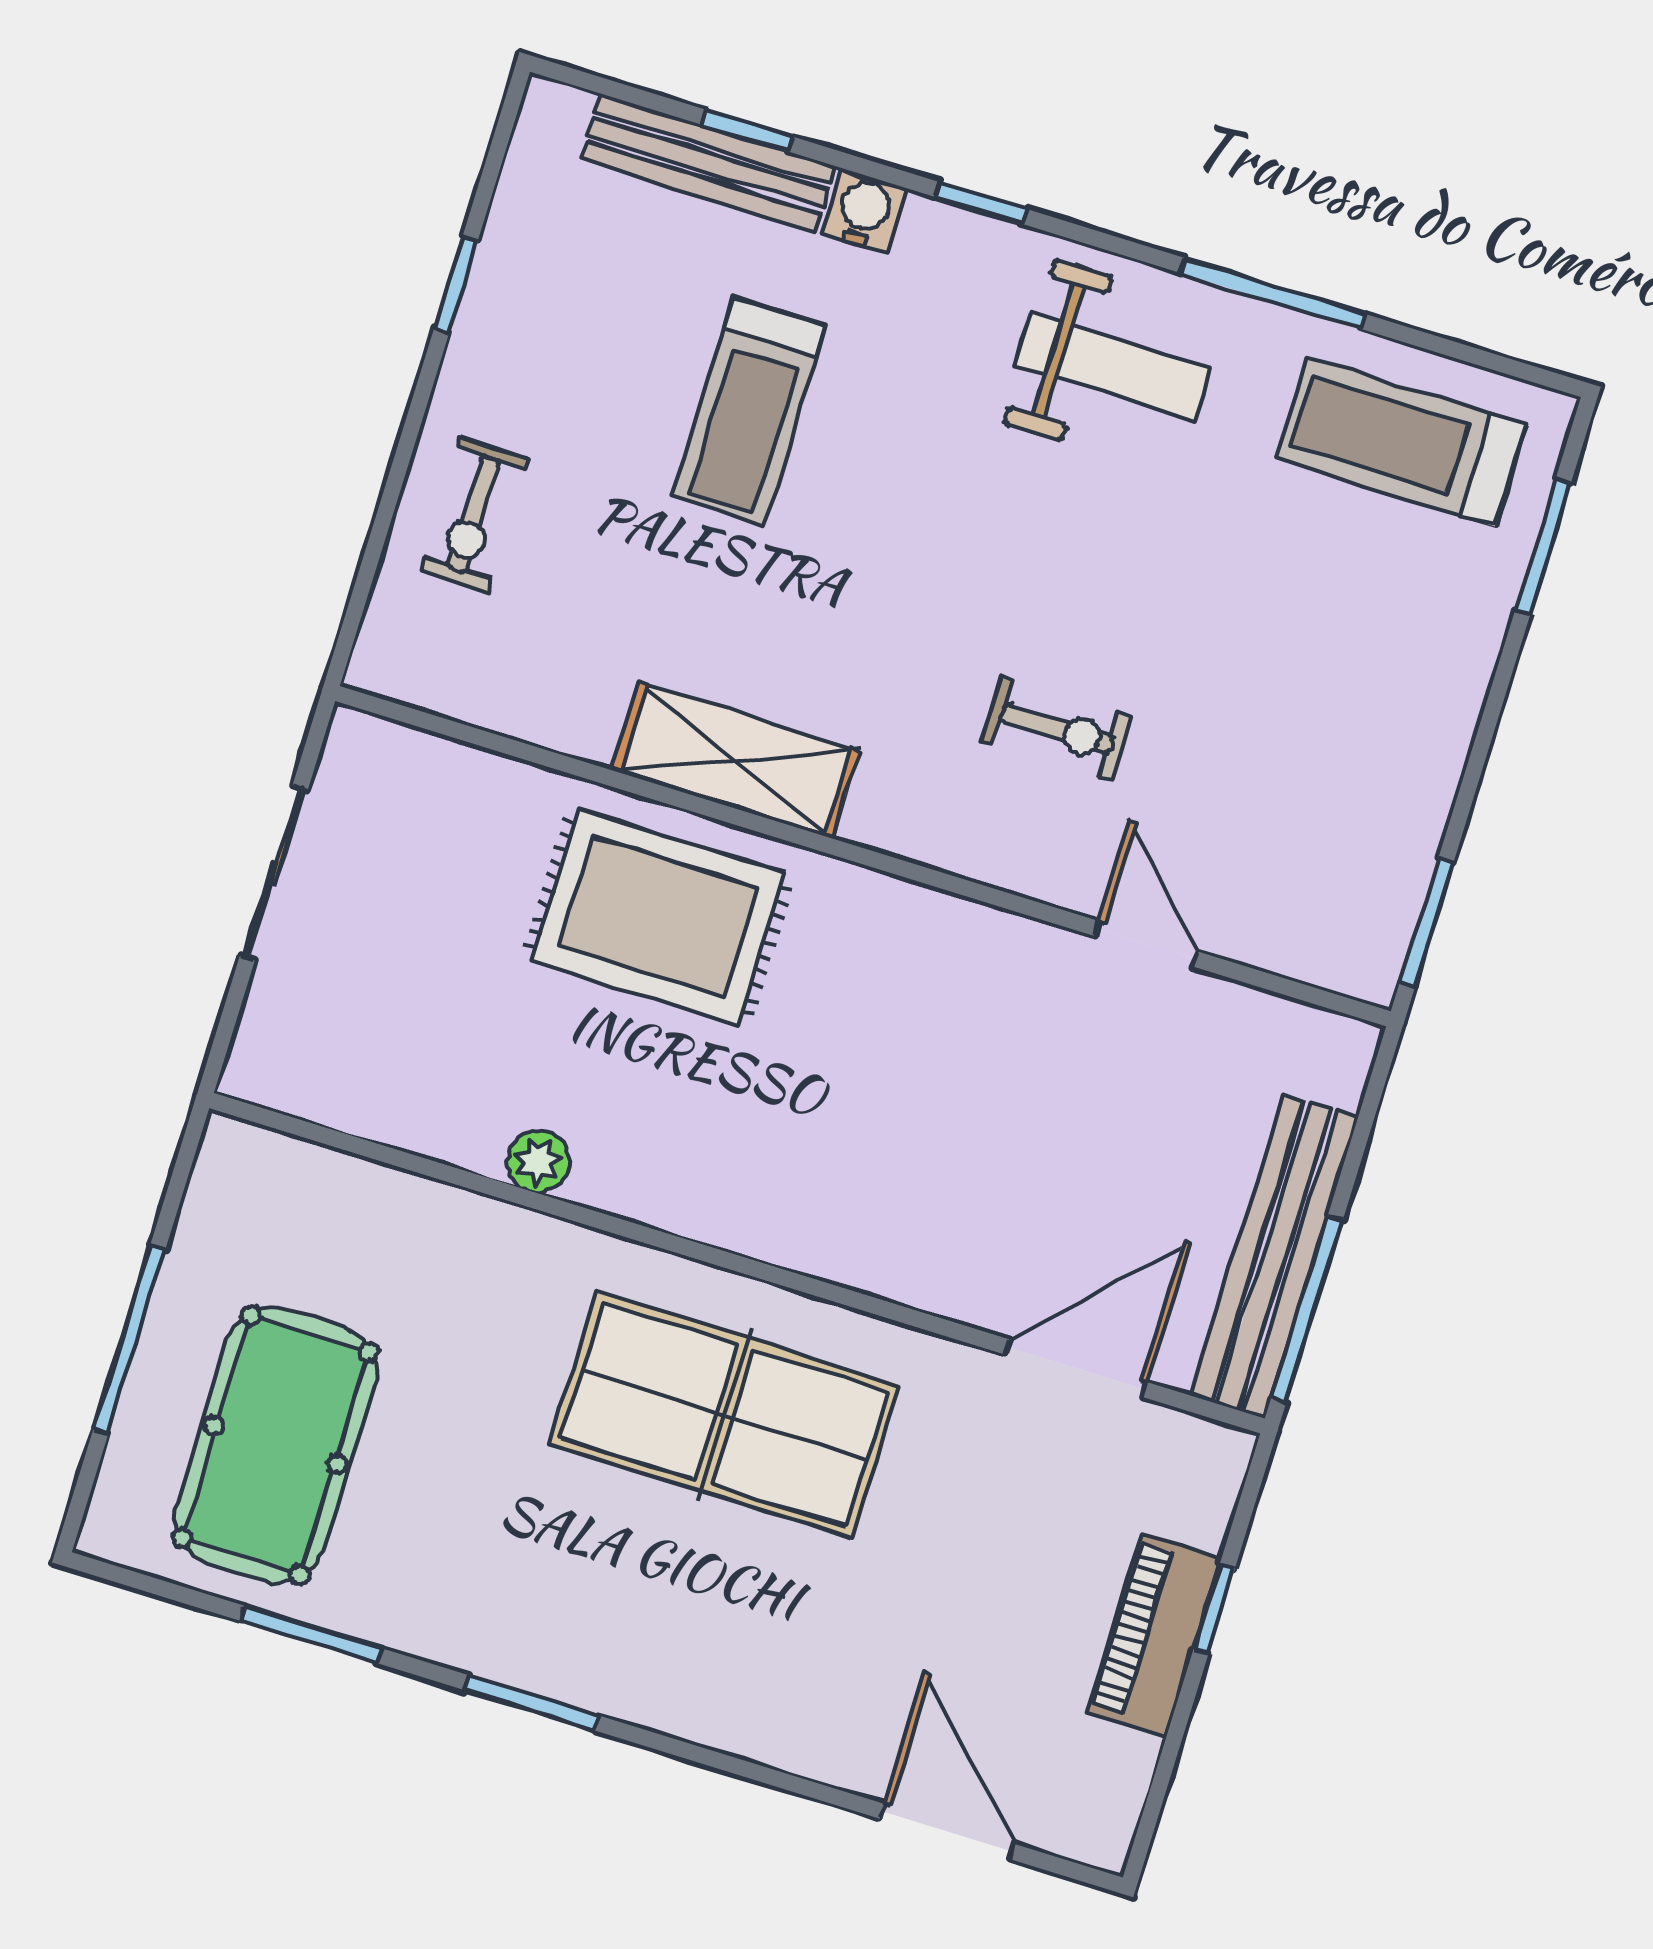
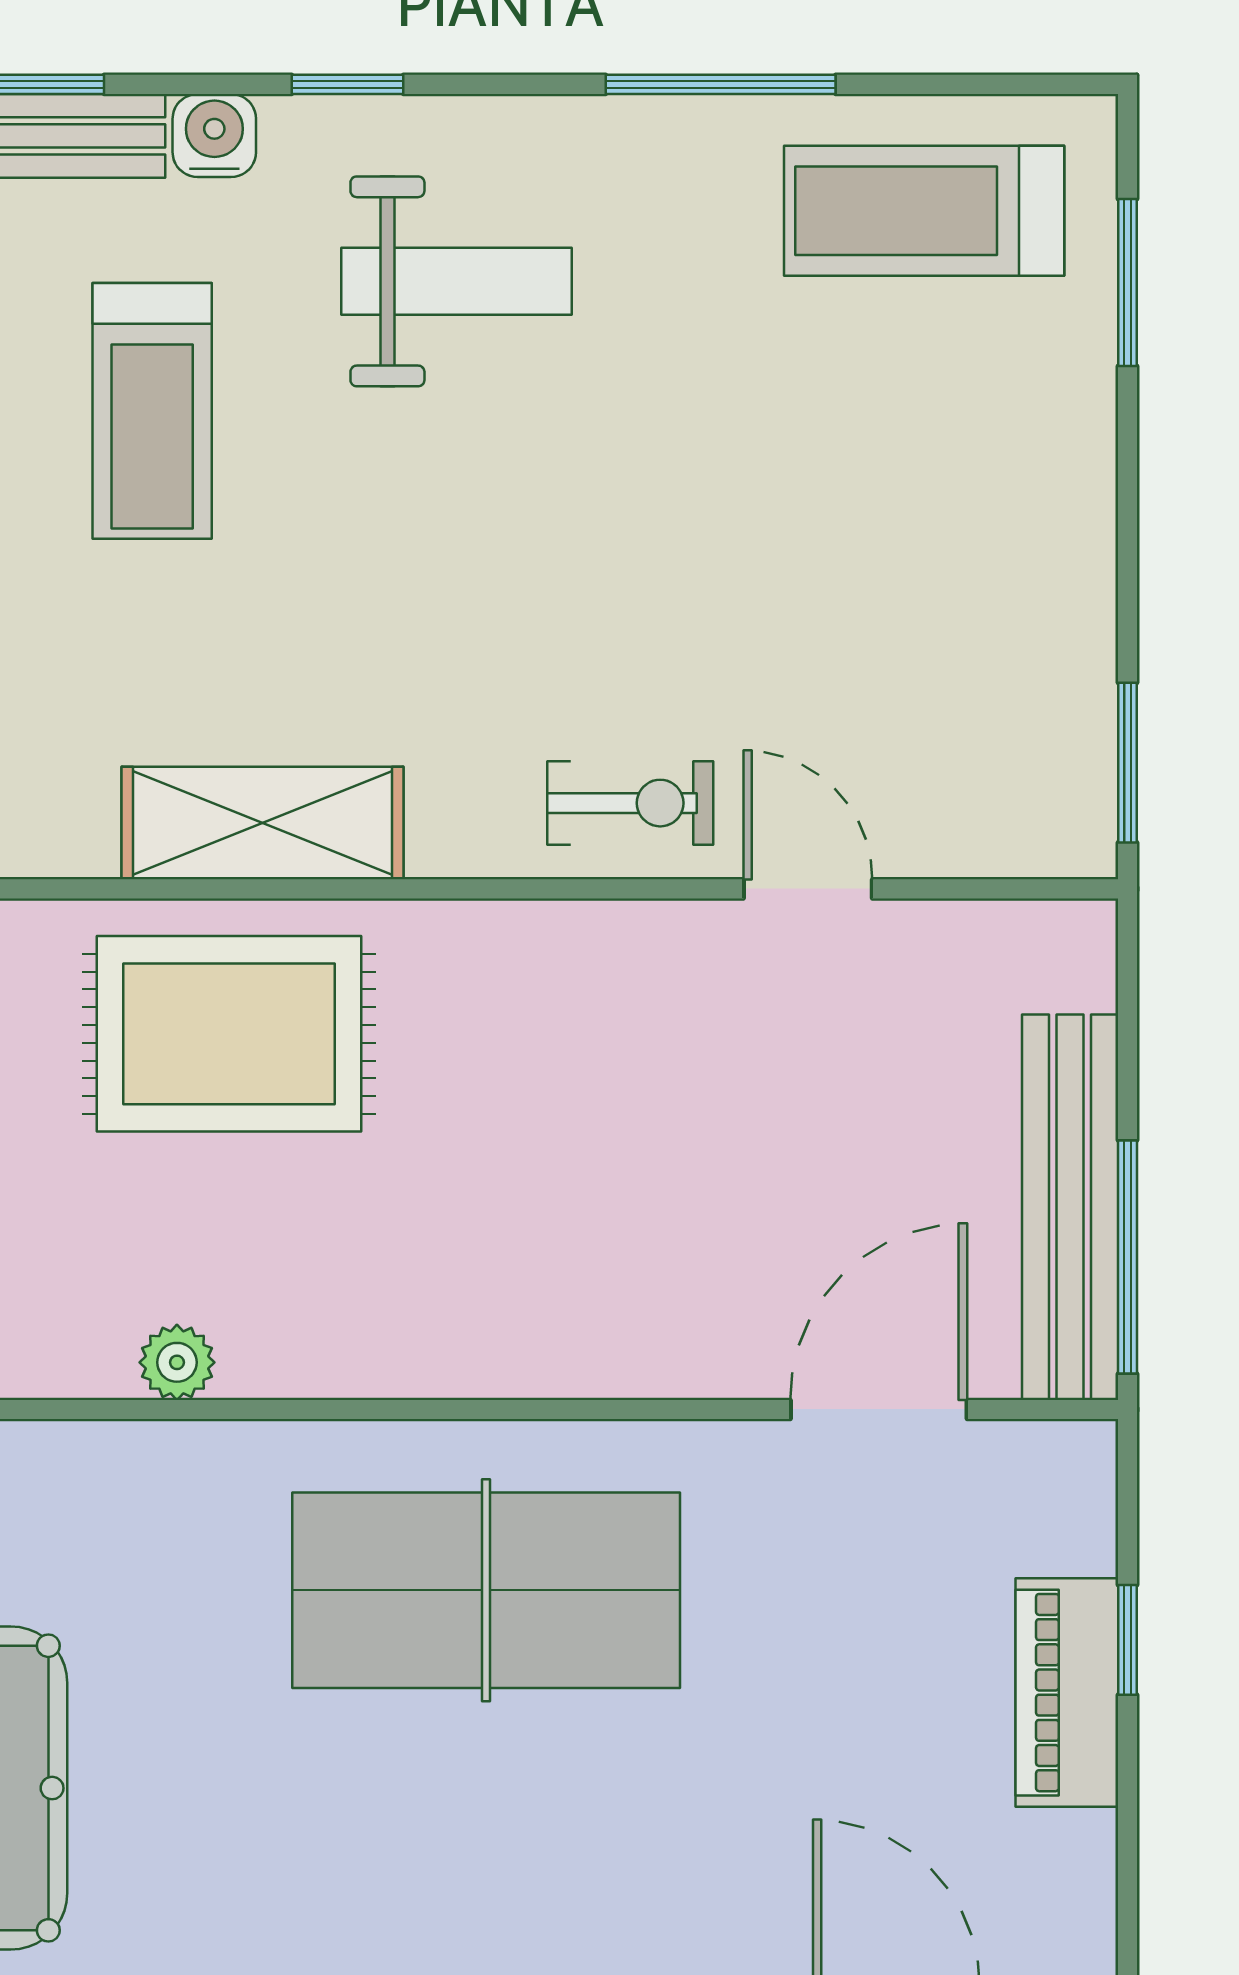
weight bench: (1112, 367) -> (456, 281), moved
exercise bike: (1057, 729) -> (630, 803), moved

